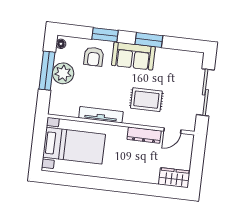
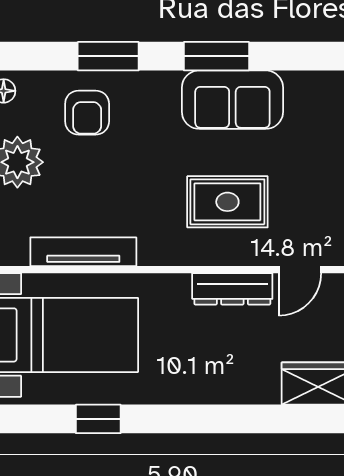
sofa: (133, 56) -> (232, 100), moved
tv unit: (101, 115) -> (83, 252), moved
window: (83, 181) -> (98, 419), added

